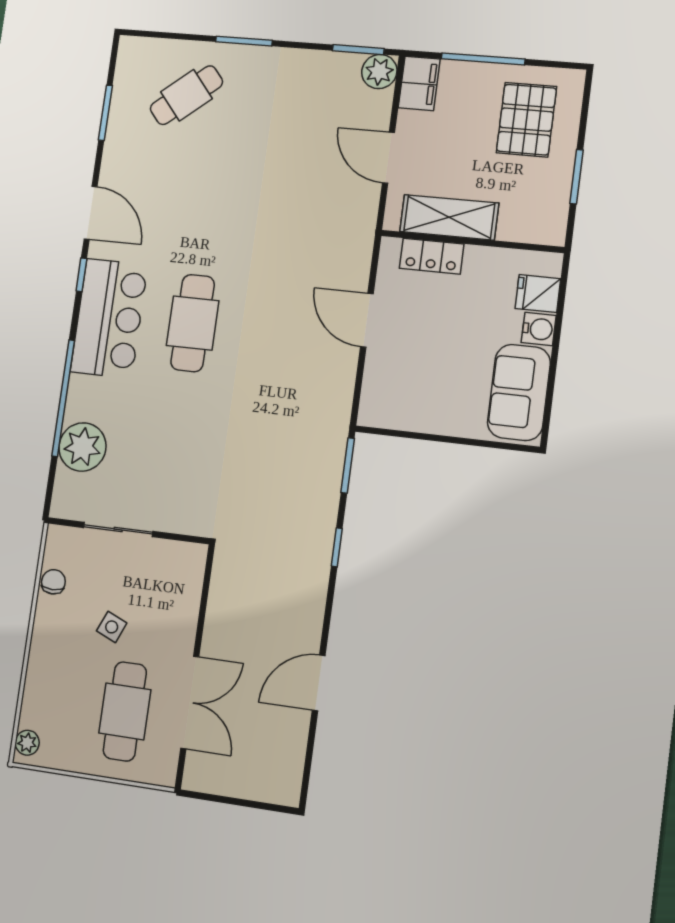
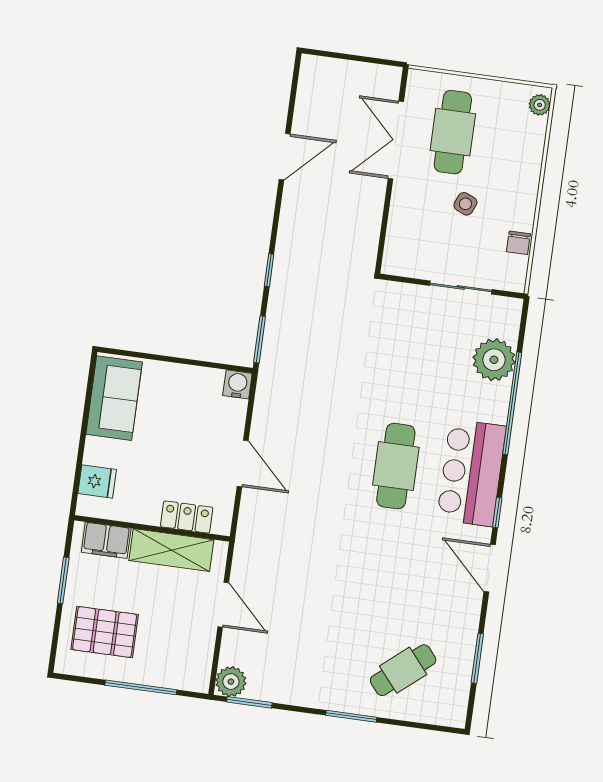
filing cabinet: (419, 83) -> (106, 540), moved, turned -90
pallet: (526, 120) -> (105, 632), turned 90
water cooler: (539, 329) -> (237, 384), moved, turned 90

